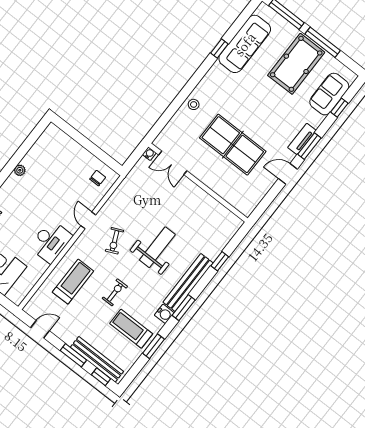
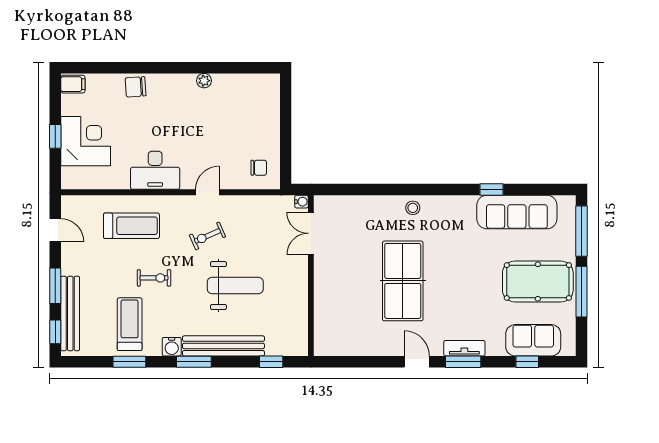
water cooler: (149, 154) -> (302, 202), moved
double door: (173, 163) -> (311, 233), moved
wall: (198, 183) -> (311, 276), moved

